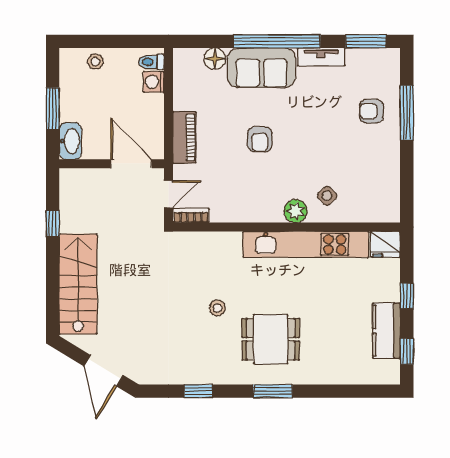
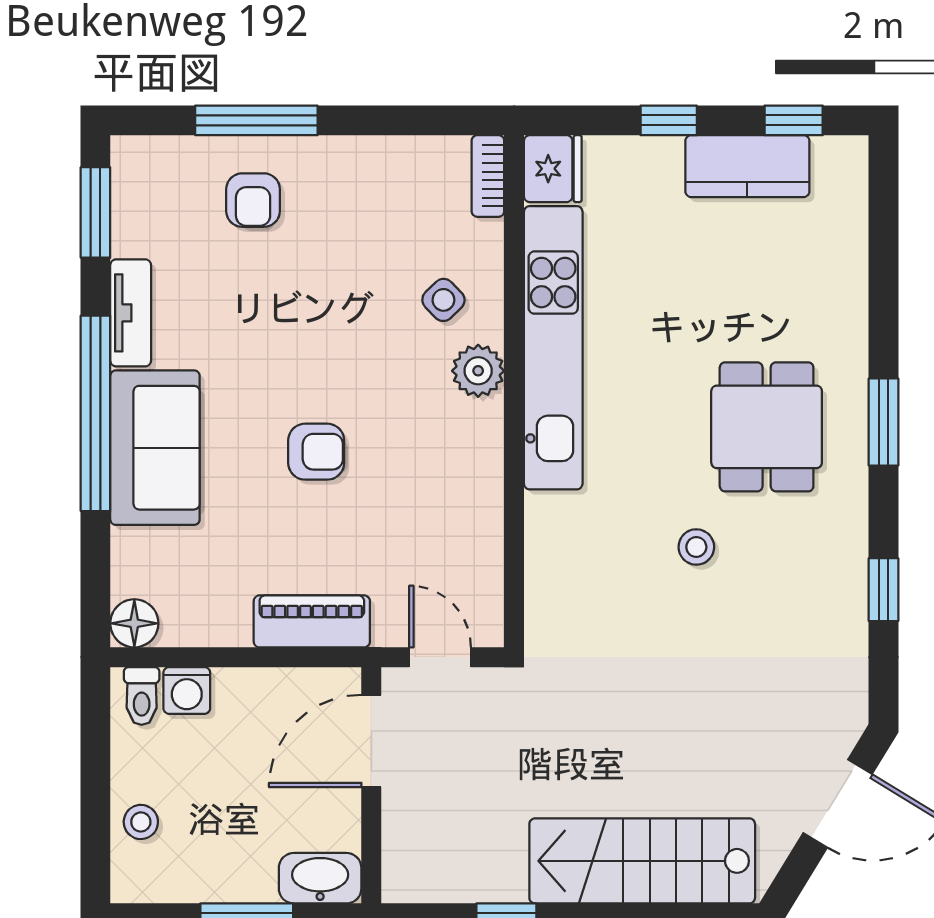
floor lamp: (215, 59) -> (134, 623), moved
bookcase: (191, 215) -> (488, 176), moved

